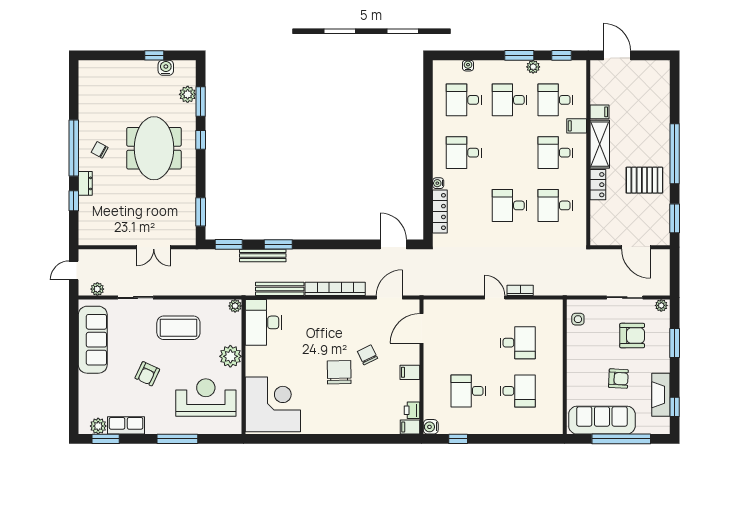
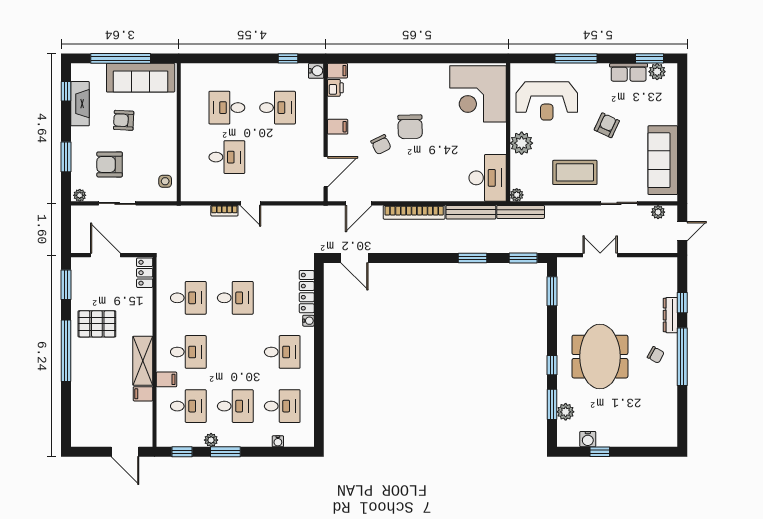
dresser: (85, 183) -> (670, 315), width x1.44
locker: (598, 185) -> (145, 273), moved
bench: (263, 256) -> (521, 212), moved
desk: (518, 343) -> (227, 157), turned 180

